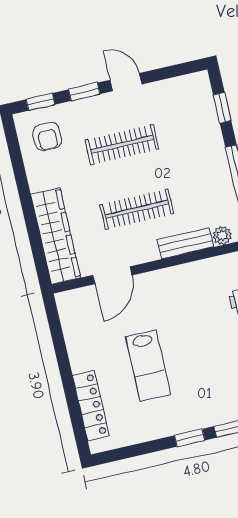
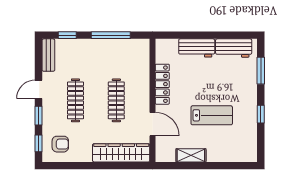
plant: (222, 235) -> (144, 53), removed
bench: (185, 243) -> (48, 55), moved
shelving: (77, 347) -> (191, 155), added
locker: (91, 406) -> (162, 84), moved, turned 90
window: (190, 438) -> (261, 114), moved

